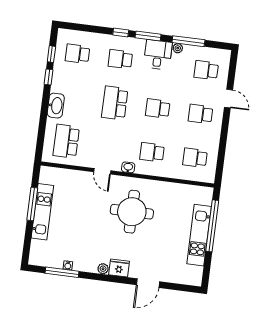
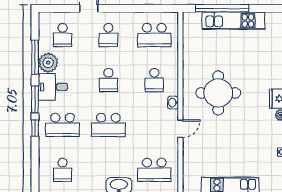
plant: (178, 48) -> (48, 63), width x1.87, depth x1.87
school desk: (120, 59) -> (63, 125), width x1.85
school desk: (195, 158) -> (154, 35), width x1.85

